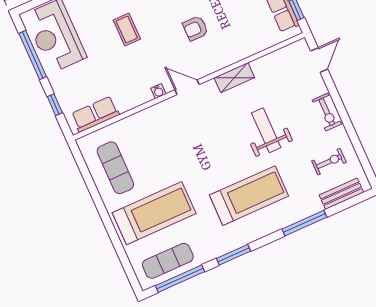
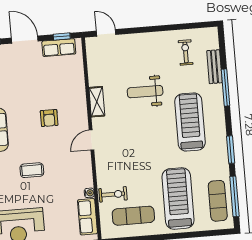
water cooler: (158, 91) -> (89, 193), moved
exercise bike: (327, 112) -> (113, 194), moved
bench: (341, 194) -> (214, 67), moved

